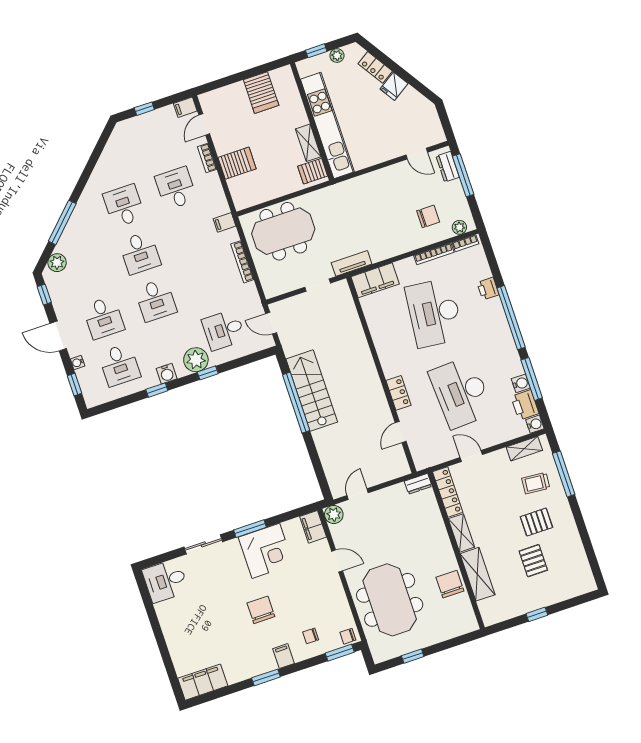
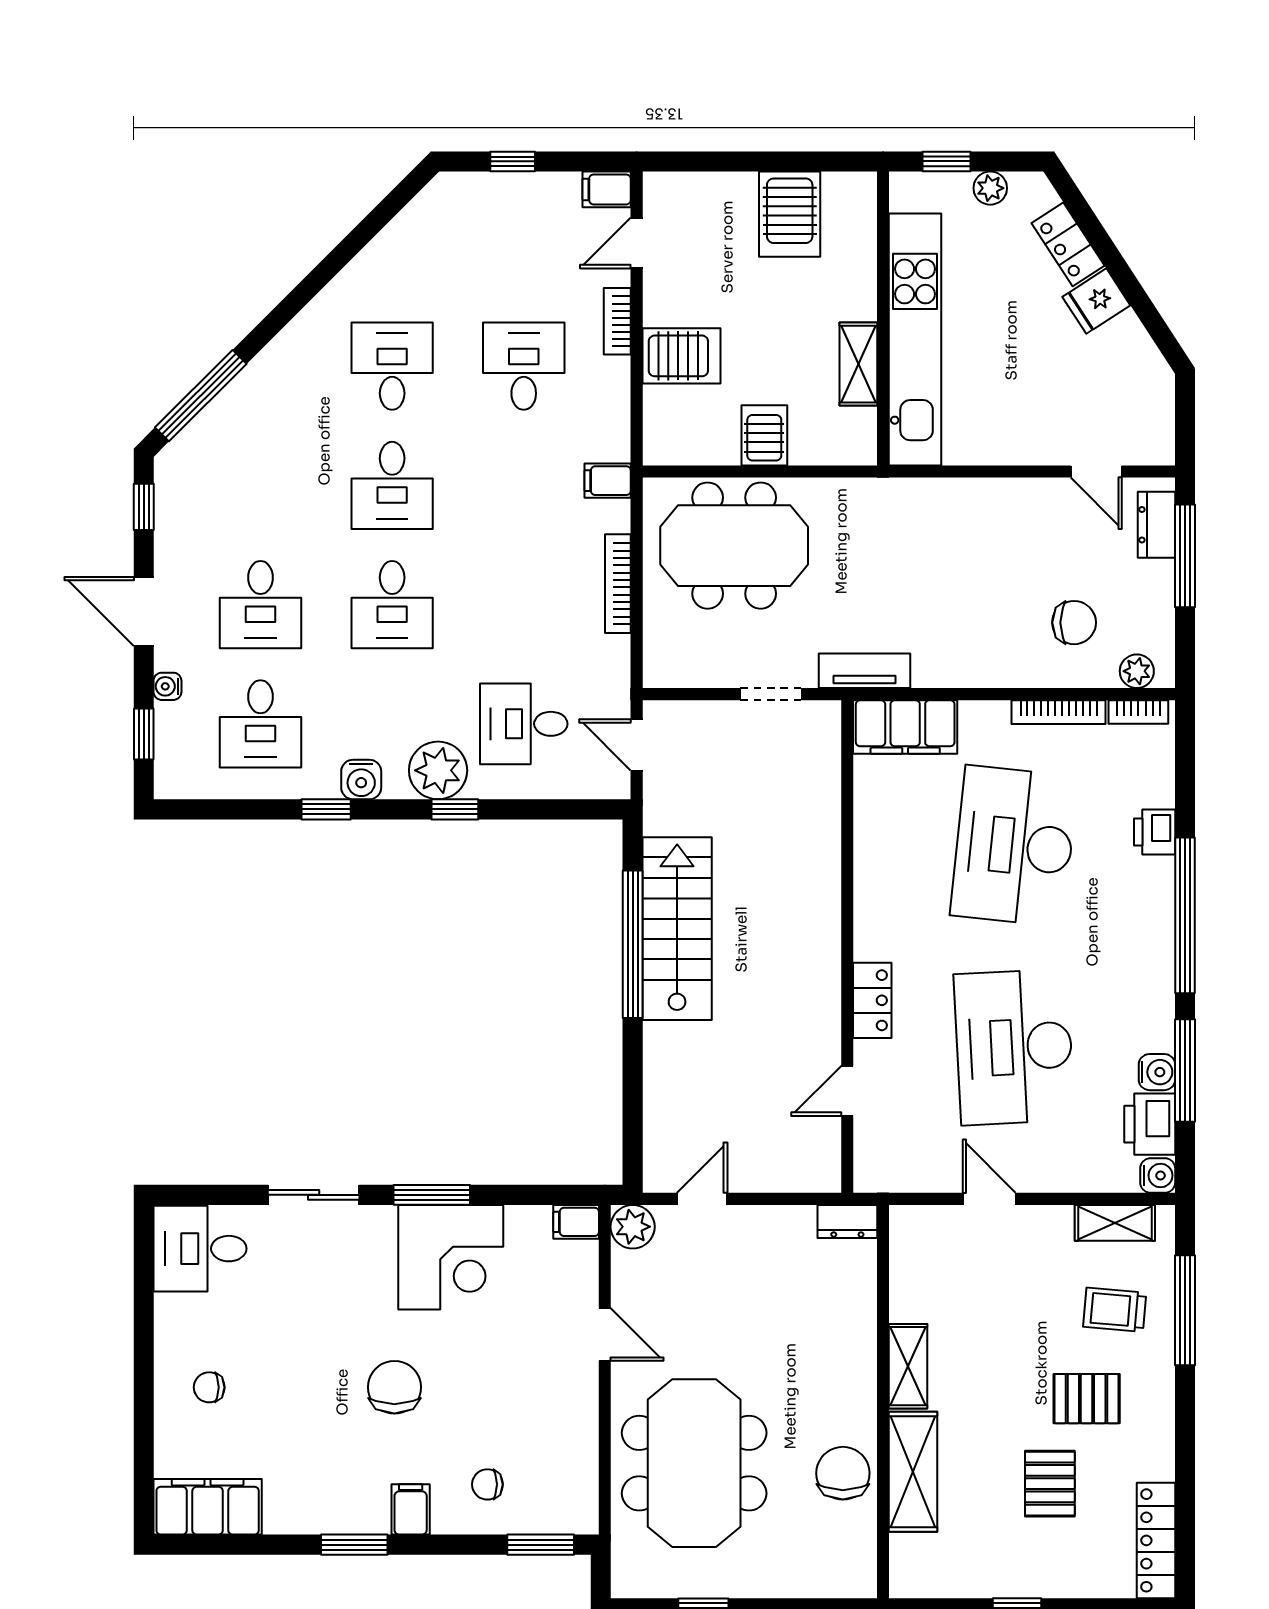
server rack: (313, 171) -> (764, 435), moved, turned 90
window: (62, 222) -> (201, 396), moved
plant: (57, 263) -> (197, 444), removed
locker: (448, 492) -> (1156, 1540), moved, turned 180
filing cabinet: (313, 527) -> (576, 1222), width x0.50
chair: (348, 636) -> (209, 1387), moved

